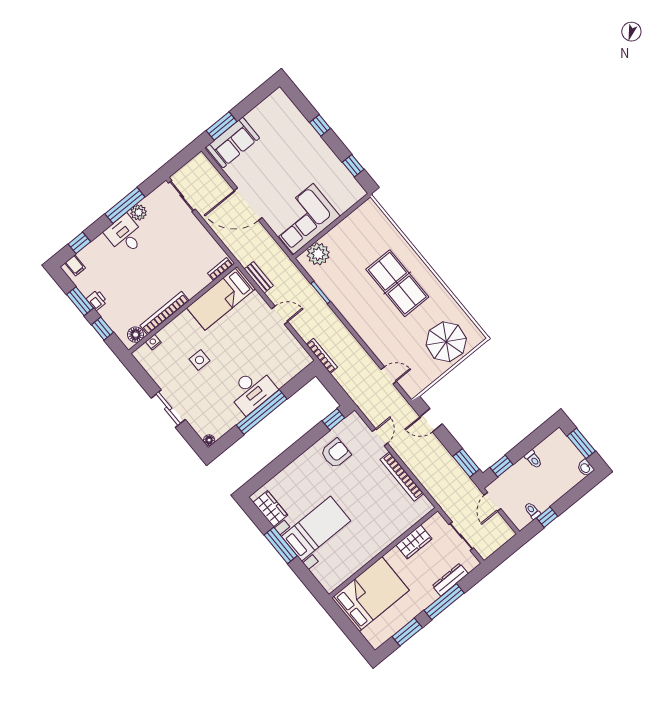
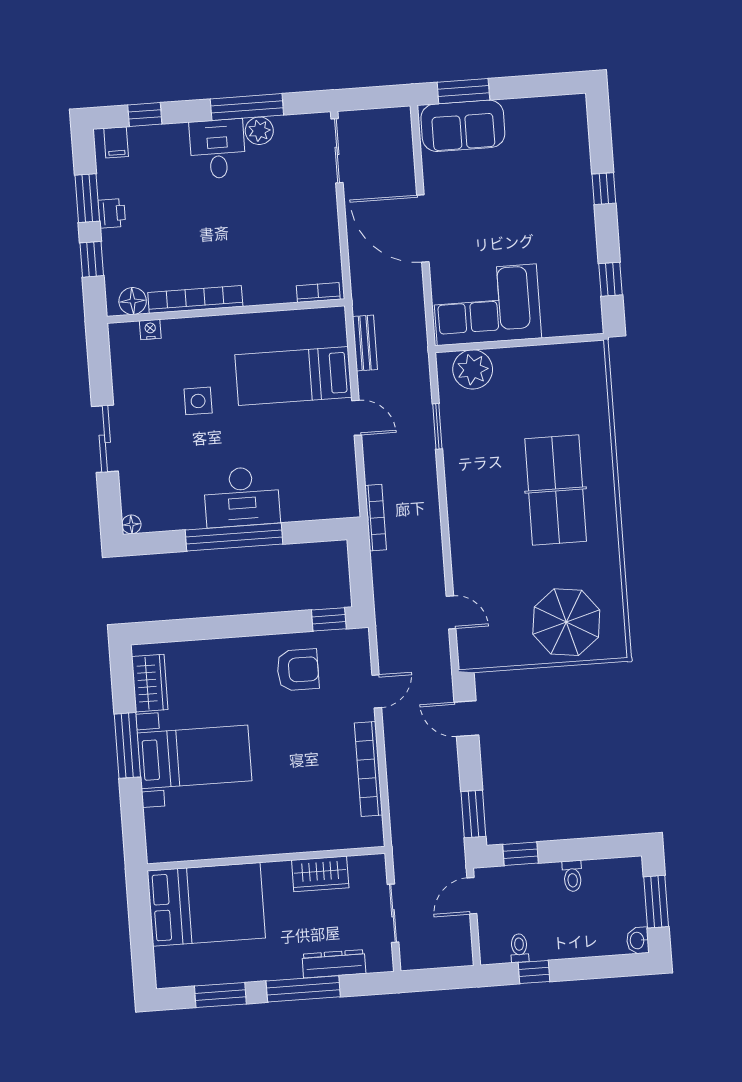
bed: (221, 298) -> (293, 376), moved

